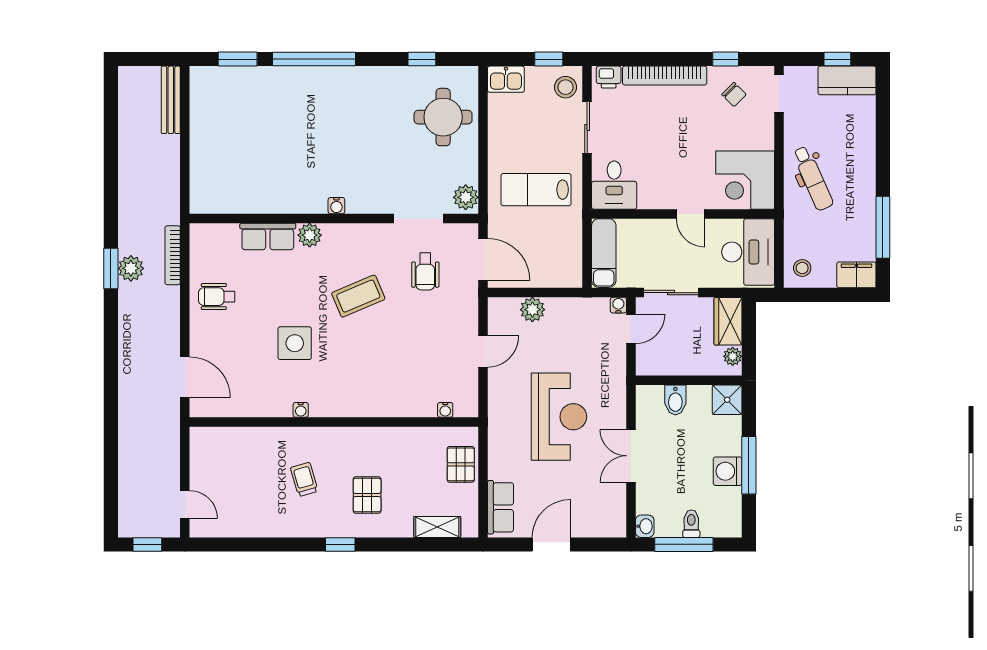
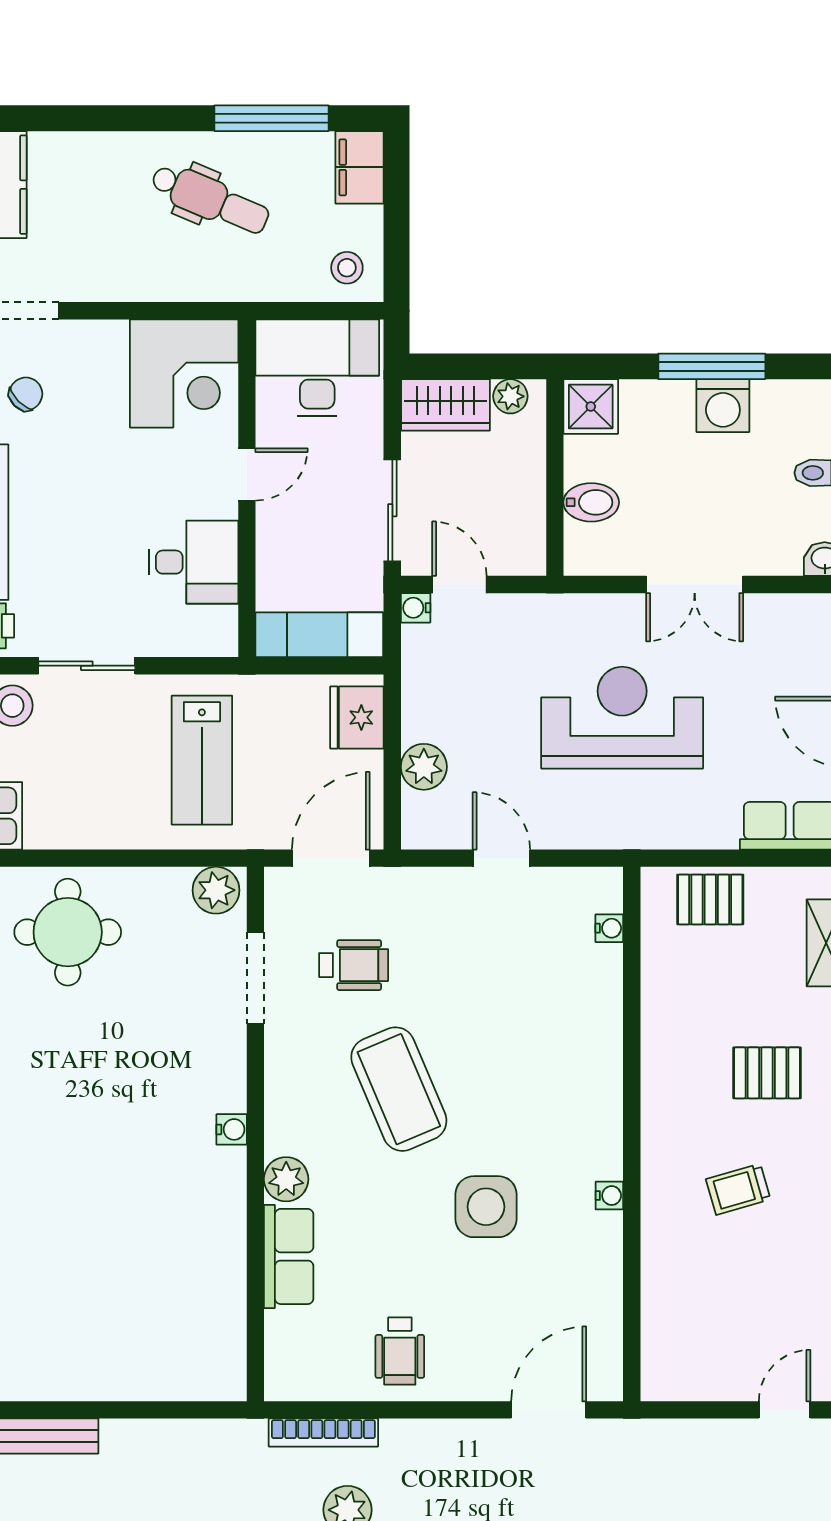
dental chair: (813, 178) -> (210, 199), moved, turned 47
desk: (614, 185) -> (193, 562), moved
fridge: (559, 273) -> (357, 717), added
coffee table: (358, 296) -> (399, 1089), width x1.36, depth x1.32

